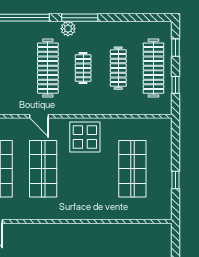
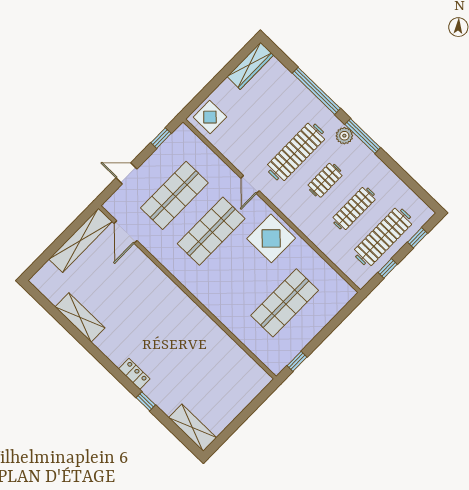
window: (175, 180) -> (297, 361), moved

